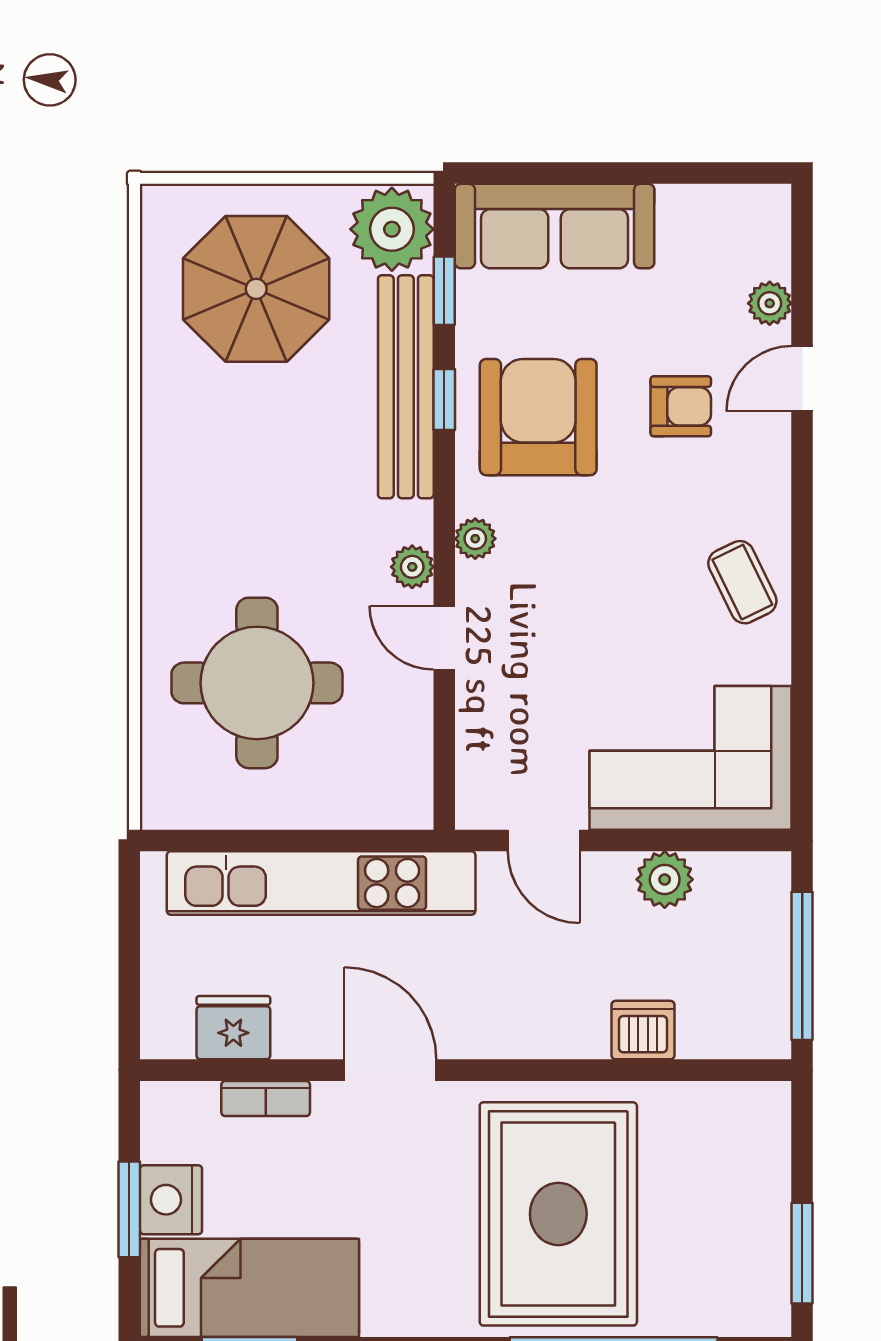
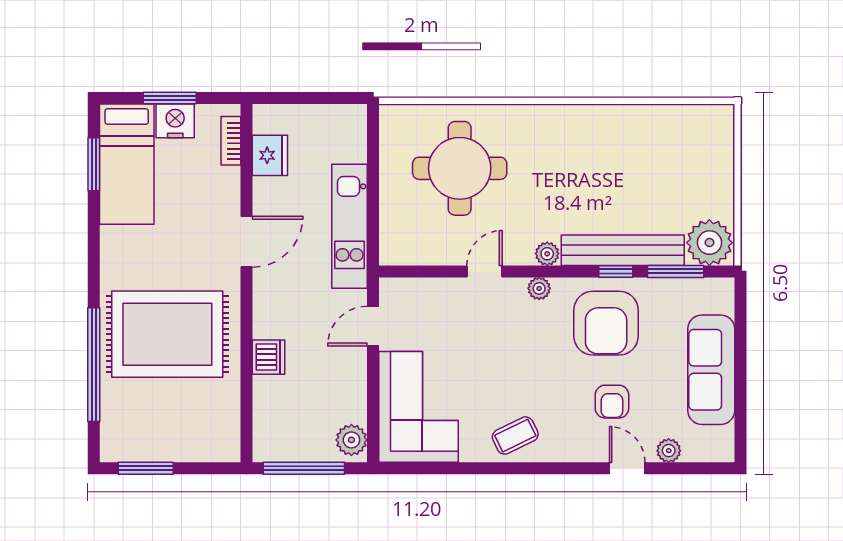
sofa: (555, 226) -> (711, 370), moved
parasol: (256, 289) -> (677, 168), removed
window: (444, 291) -> (676, 271), width x1.50
armchair: (538, 417) -> (606, 323), turned 90
plant: (412, 567) -> (547, 254), moved
plant: (665, 879) -> (351, 440), moved
kitchen unit: (321, 883) -> (350, 226), width x0.73
dishwasher: (643, 1030) -> (269, 357), moved
bookcase: (266, 1099) -> (231, 141), moved

